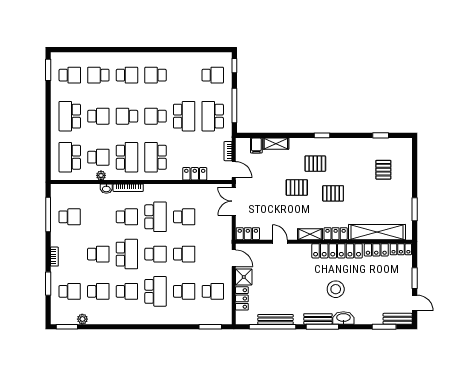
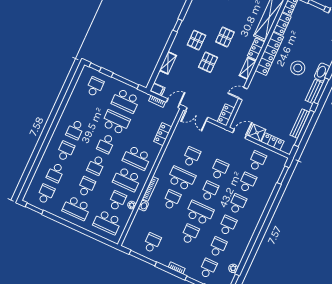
filing cabinet: (256, 146) -> (157, 89), moved
school desk: (127, 157) -> (127, 179), turned 180
school desk: (156, 291) -> (237, 204), width x0.54

